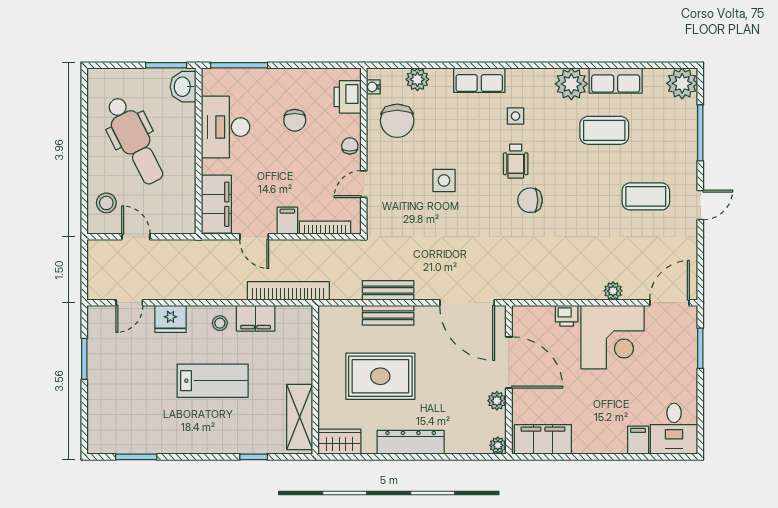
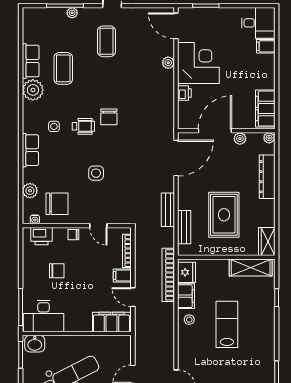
plant: (682, 83) -> (72, 13), moved, width x0.53, depth x0.53
desk: (225, 127) -> (44, 316), moved
door: (254, 237) -> (133, 297), swing flipped
bench: (388, 315) -> (184, 227), moved
fridge: (171, 319) -> (186, 272), moved
dresser: (411, 442) -> (267, 177), moved

